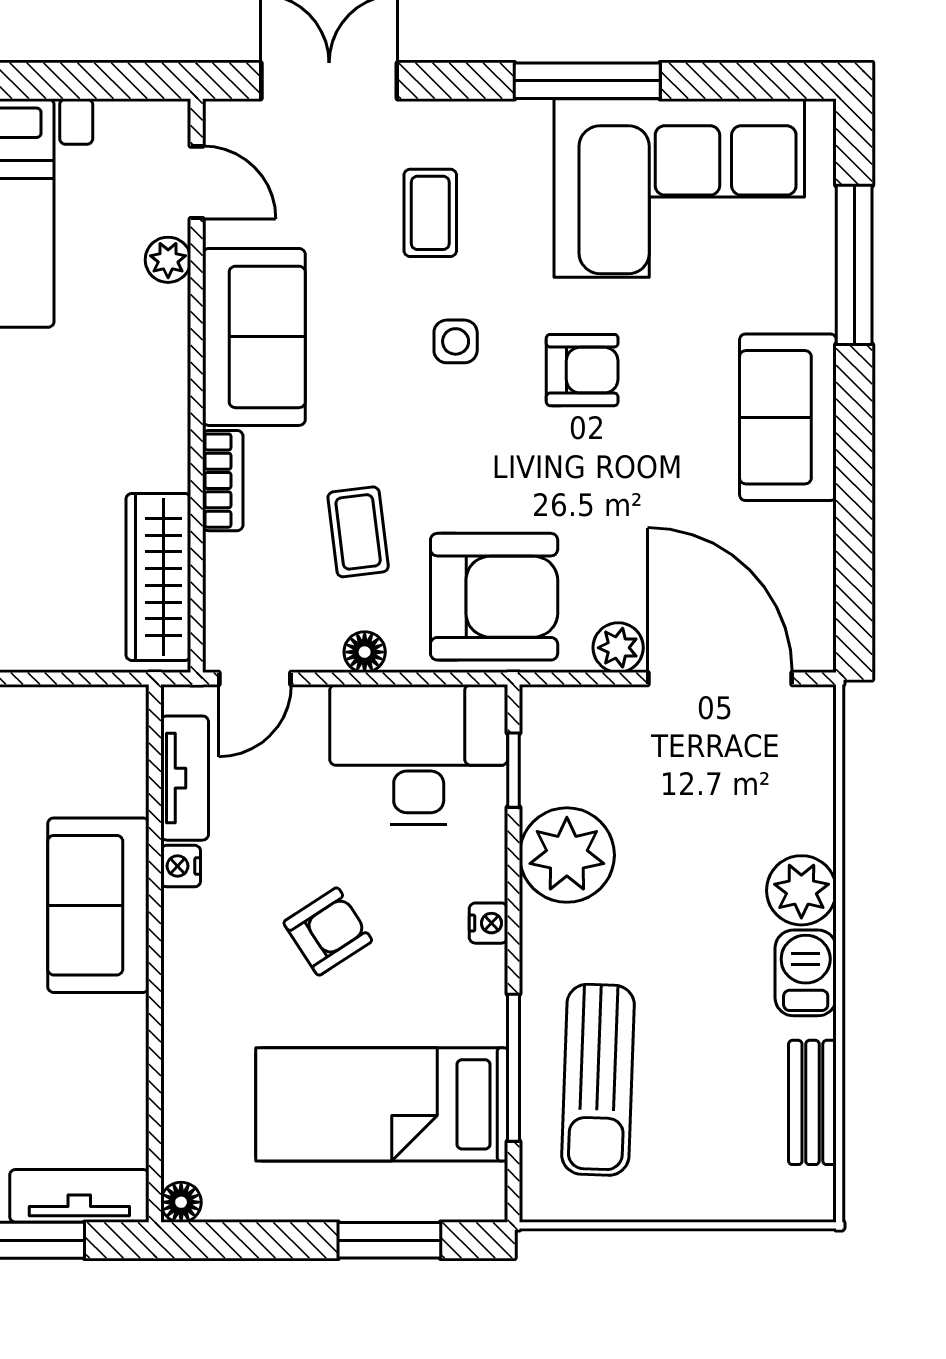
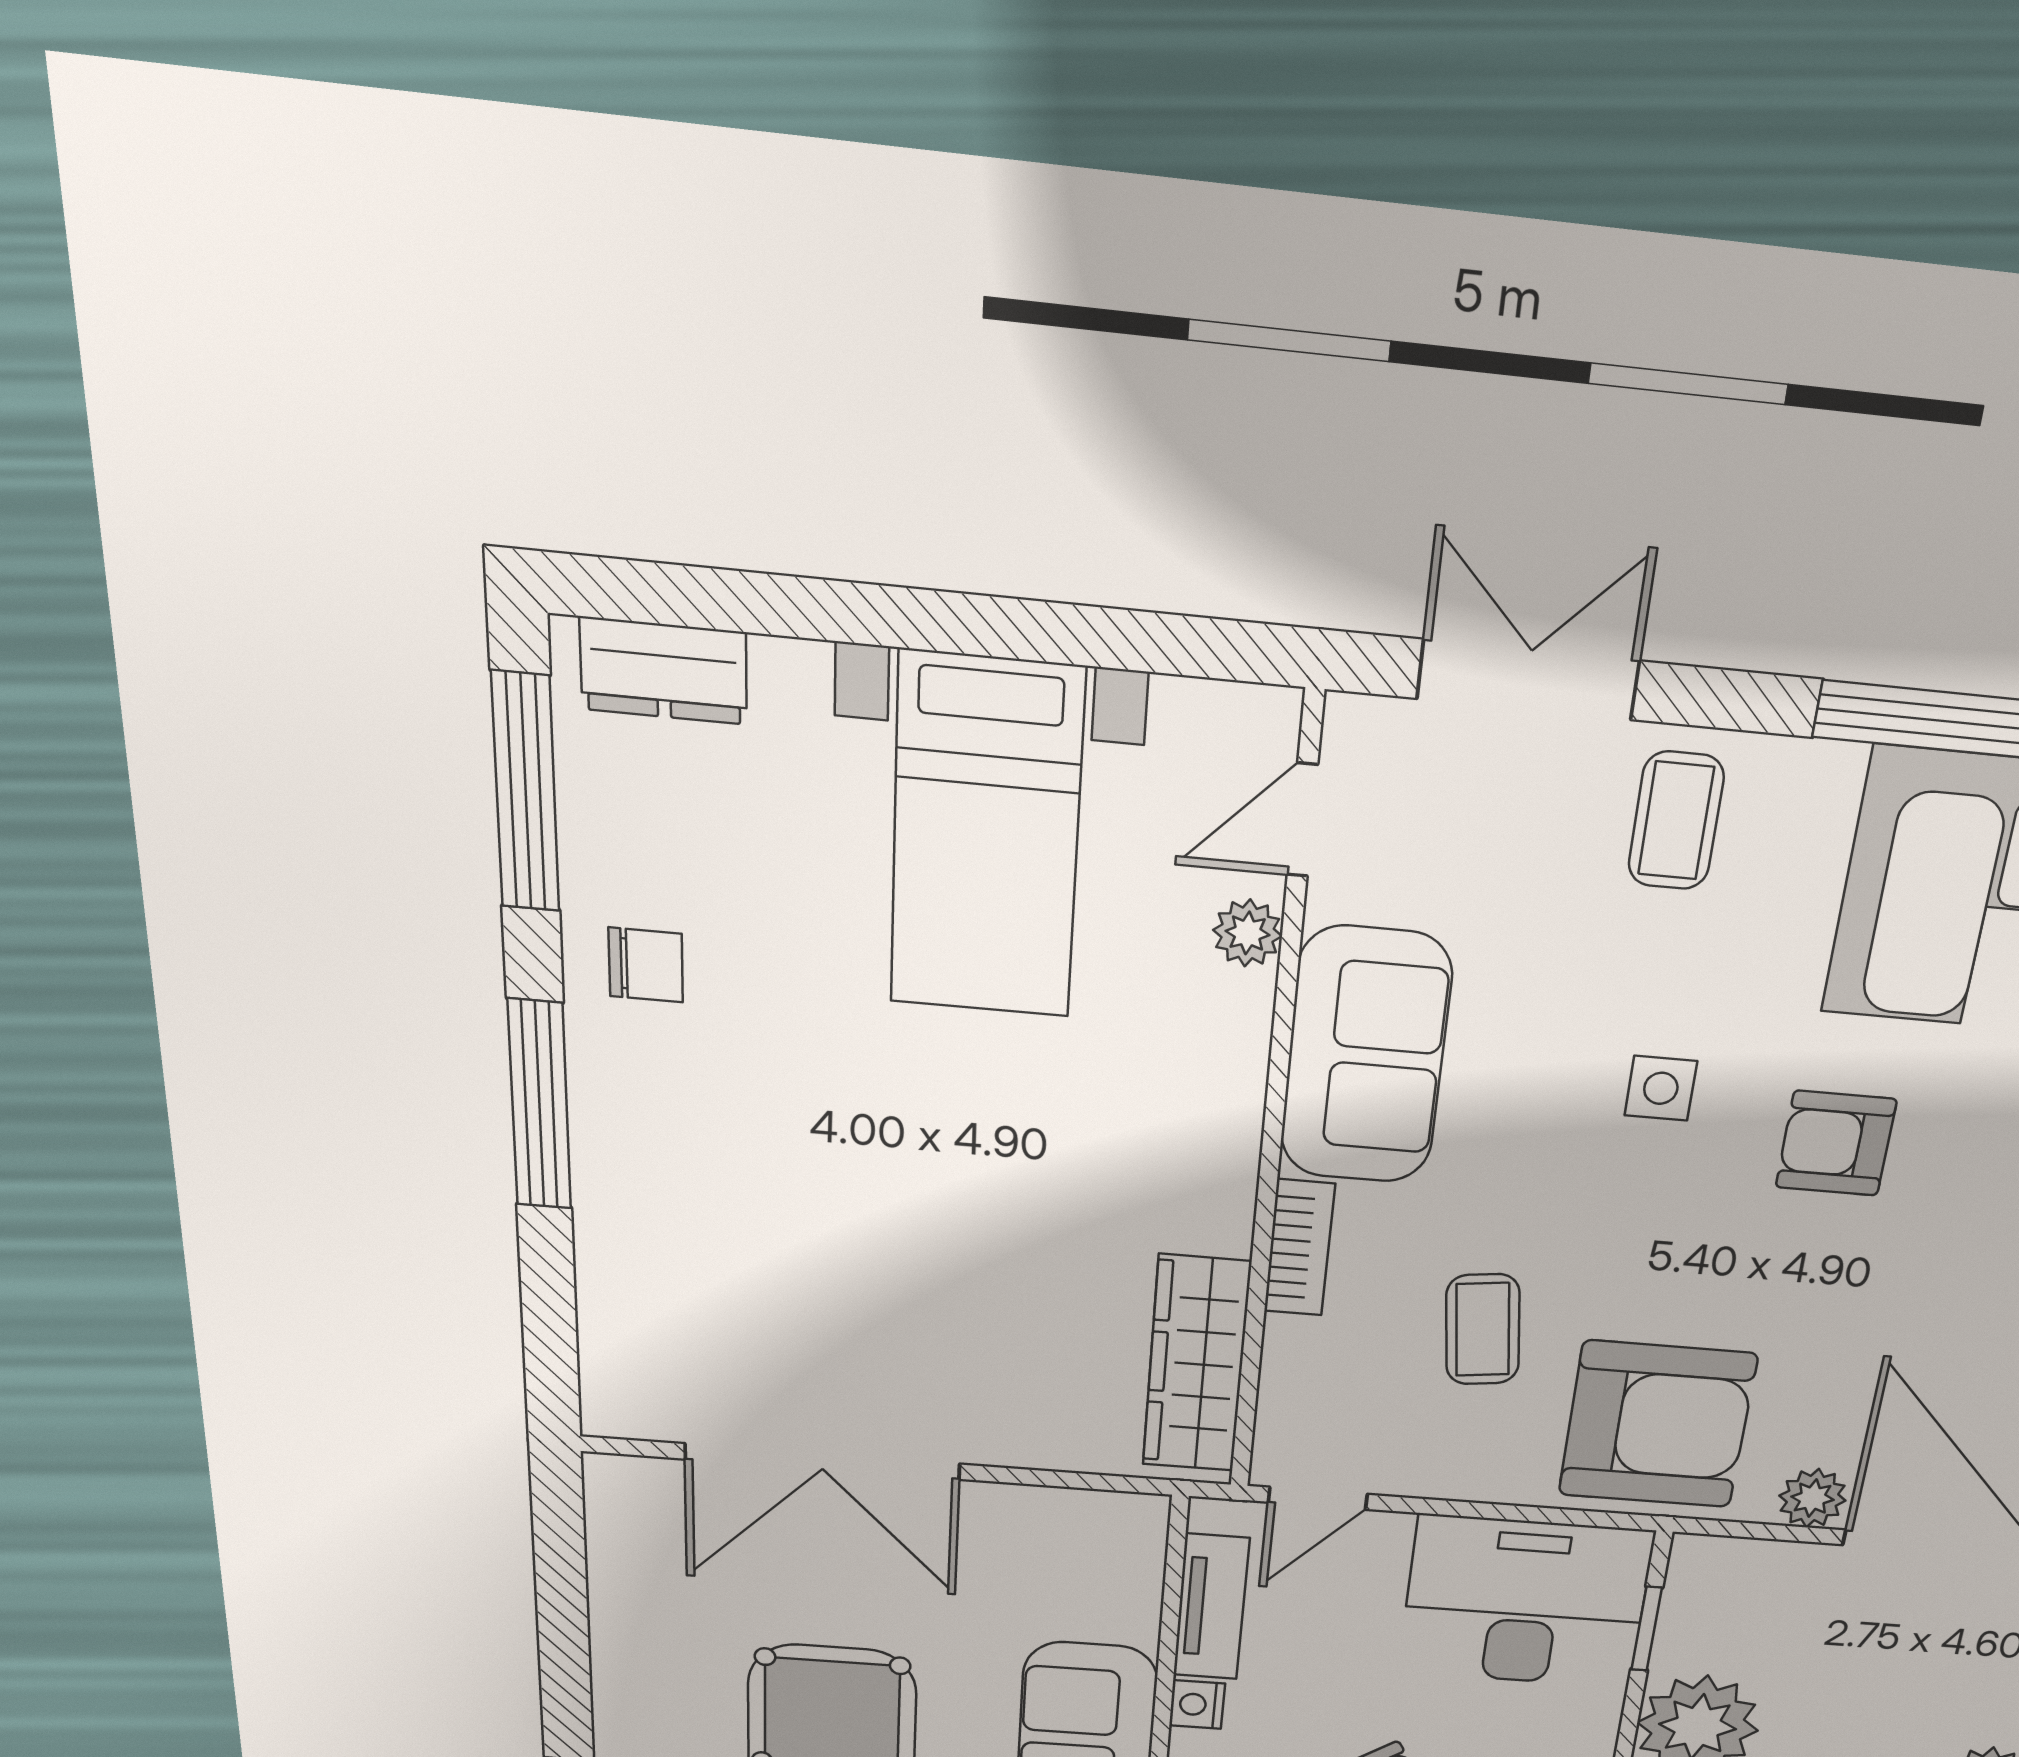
door: (197, 182) -> (1302, 820), swing flipped
coffee table: (430, 213) -> (1676, 821), moved
armchair: (582, 370) -> (1836, 1143), turned 180
floor lamp: (365, 652) -> (1471, 1478), removed

